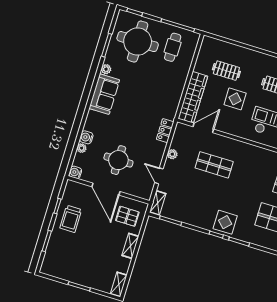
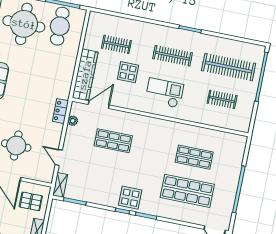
cafe table: (173, 47) -> (60, 26), width x1.37, depth x1.35
plant: (172, 154) -> (73, 121), moved

